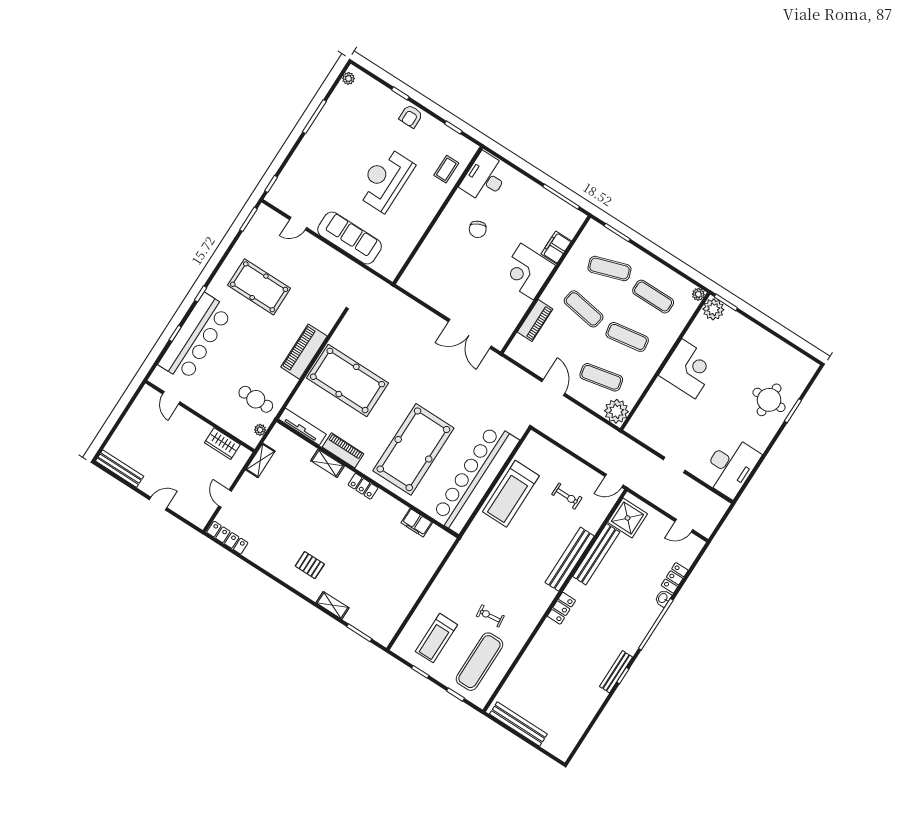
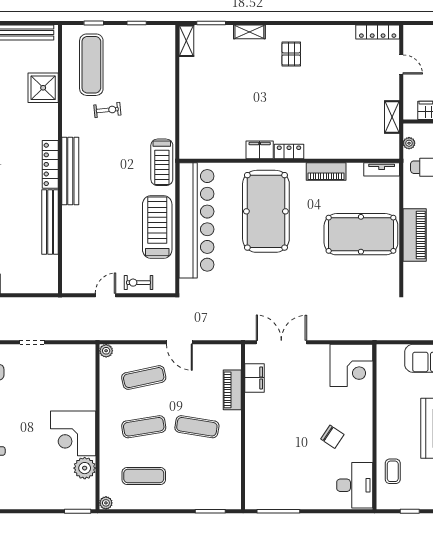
chair: (478, 229) -> (332, 437), turned 150
filing cabinet: (556, 247) -> (254, 378), moved
exercise mat: (609, 269) -> (197, 476), removed
corner desk: (527, 272) -> (351, 365), moved, turned 90
plant: (713, 309) -> (85, 468), moved
plant: (616, 411) -> (106, 351), width x0.53, depth x0.53
tv unit: (302, 427) -> (382, 169), width x0.71
shelving: (328, 463) -> (186, 41), moved, turned 90
door: (614, 481) -> (105, 295), moved
exercise bike: (567, 496) -> (138, 283), moved
shower: (628, 518) -> (43, 88), moved
filing cabinet: (417, 523) -> (260, 150), moved
bench: (570, 559) -> (70, 171), moved
pallet: (310, 565) -> (291, 54), turned 90
locker: (561, 608) -> (50, 164), width x1.53
treadmill: (436, 638) -> (162, 162), moved, turned 180

